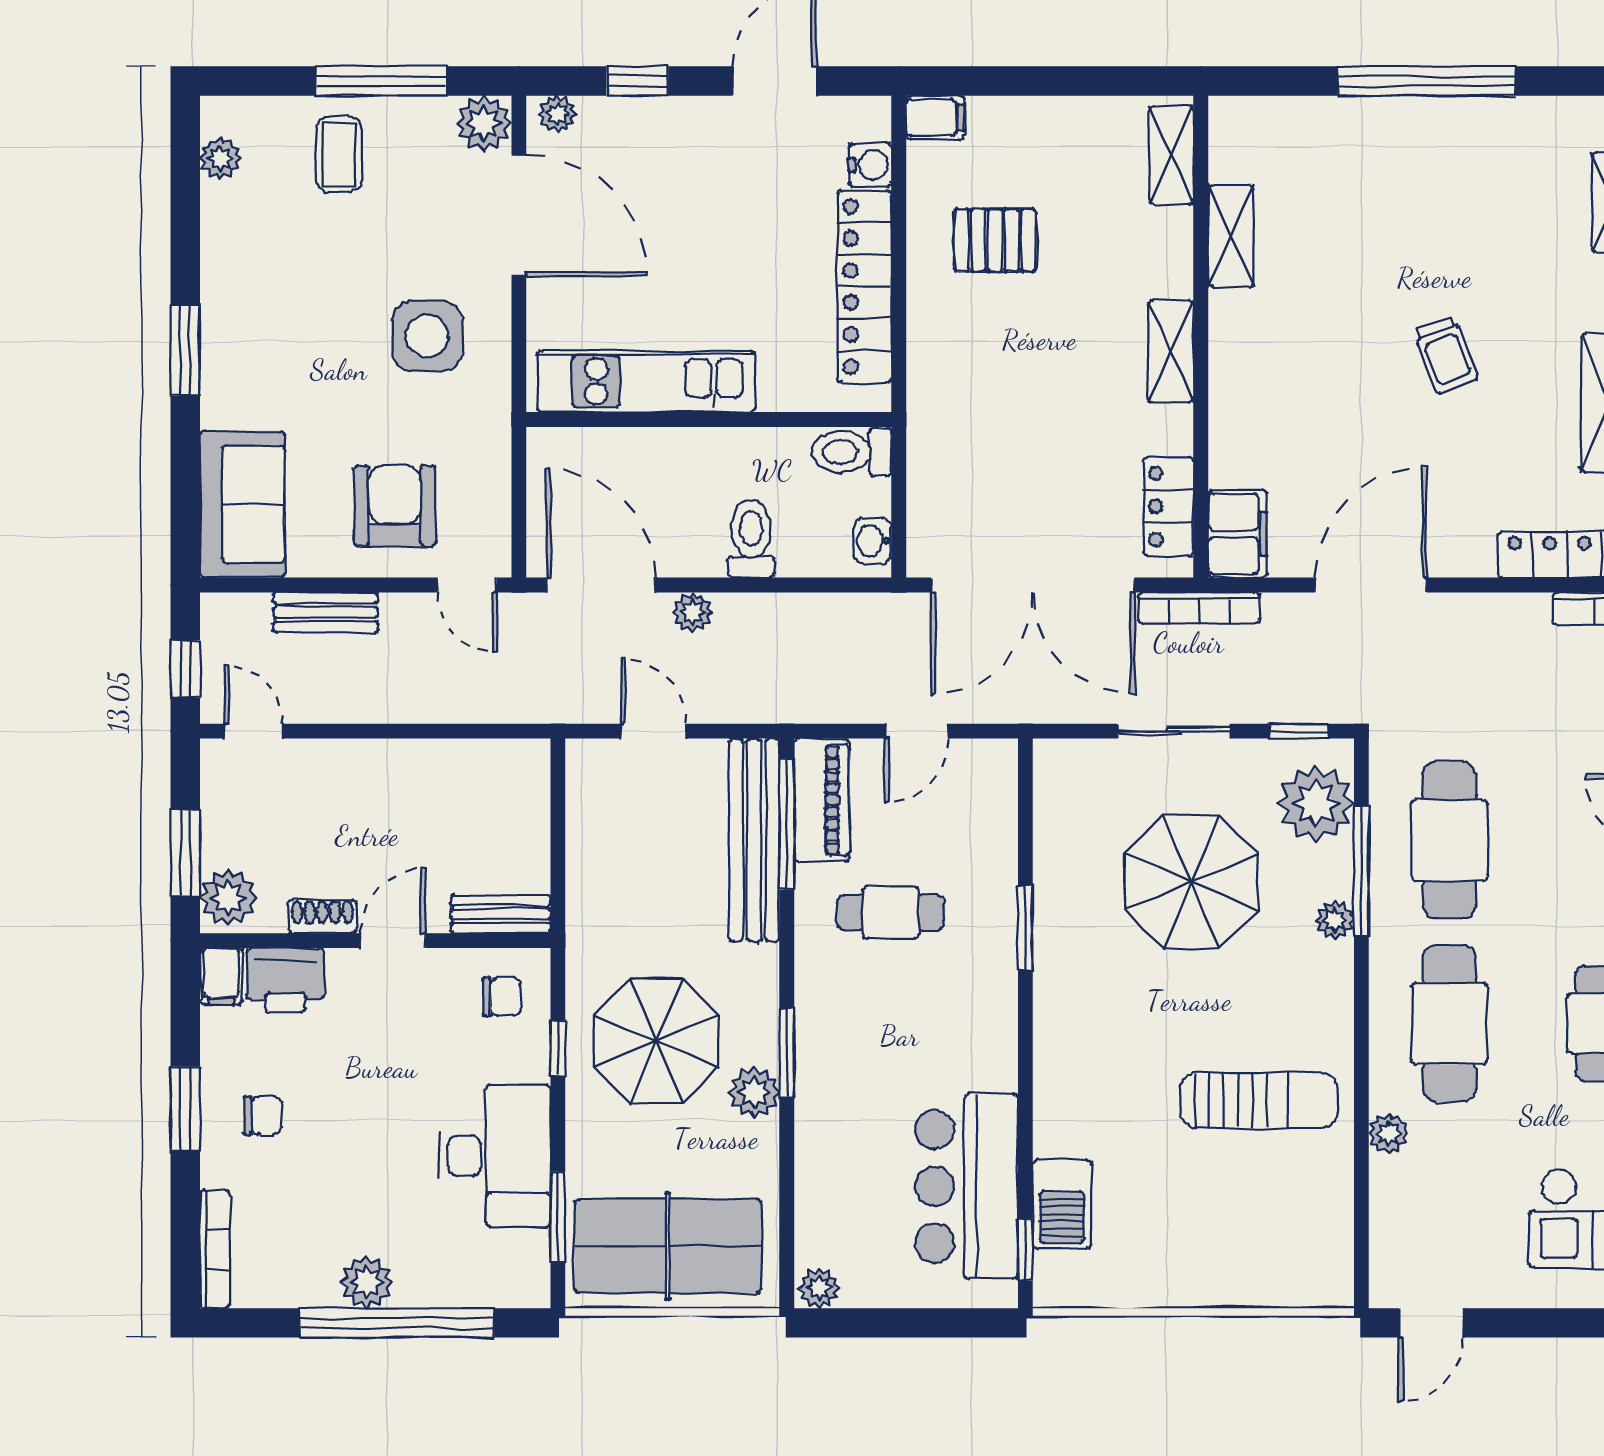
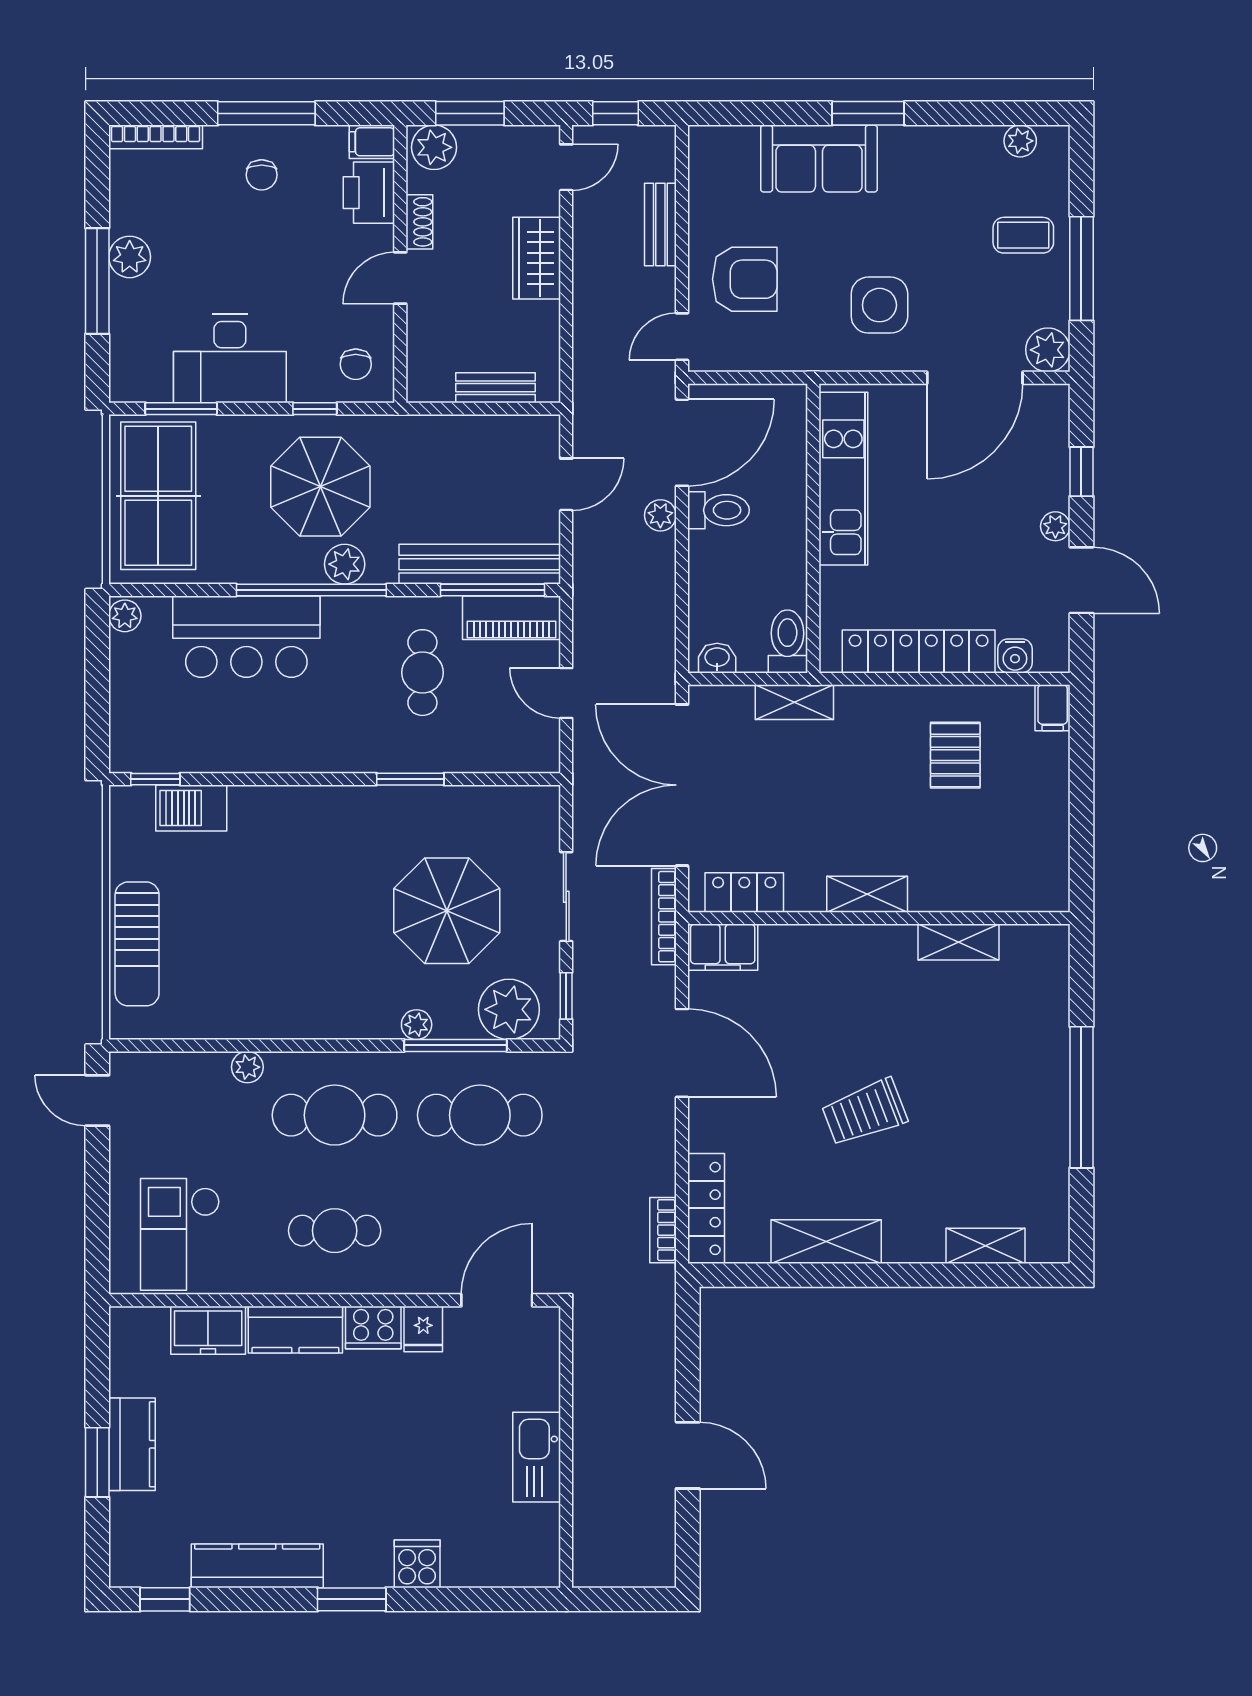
plant: (558, 114) -> (1055, 526), moved
shelving: (1171, 155) -> (794, 702), moved
trolley: (1446, 355) -> (864, 1112), width x1.36, depth x1.39
sofa: (242, 504) -> (819, 159), moved
toilet: (751, 539) -> (718, 510), moved
wardrobe: (368, 768) -> (537, 258), added
bench: (501, 914) -> (496, 388), moved, turned 90
door: (393, 941) -> (400, 278), swing flipped
window: (787, 1053) -> (311, 590), width x2.11
plant: (754, 1092) -> (345, 564), moved
sun lounger: (1259, 1100) -> (137, 944), moved
window: (185, 1109) -> (266, 113), width x1.44
bar counter: (967, 1186) -> (246, 637), moved, turned 180
window: (397, 1323) -> (97, 281), width x0.68

